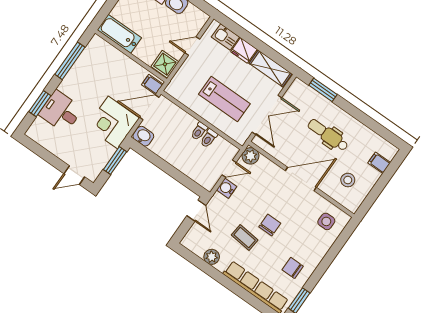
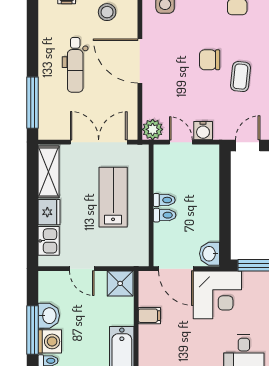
filing cabinet: (152, 84) -> (149, 316), moved, turned -90
window: (323, 90) -> (32, 103), width x1.44
toilet: (209, 138) -> (165, 215), moved

